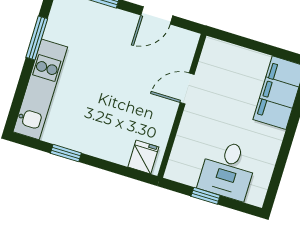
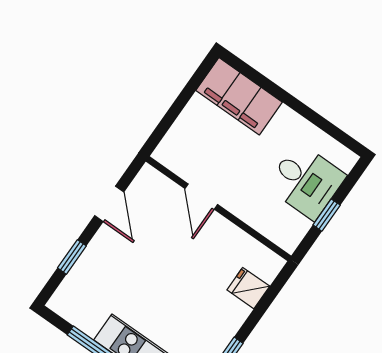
fridge: (143, 157) -> (248, 288), moved

